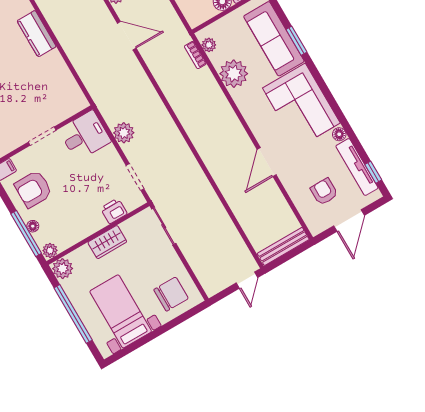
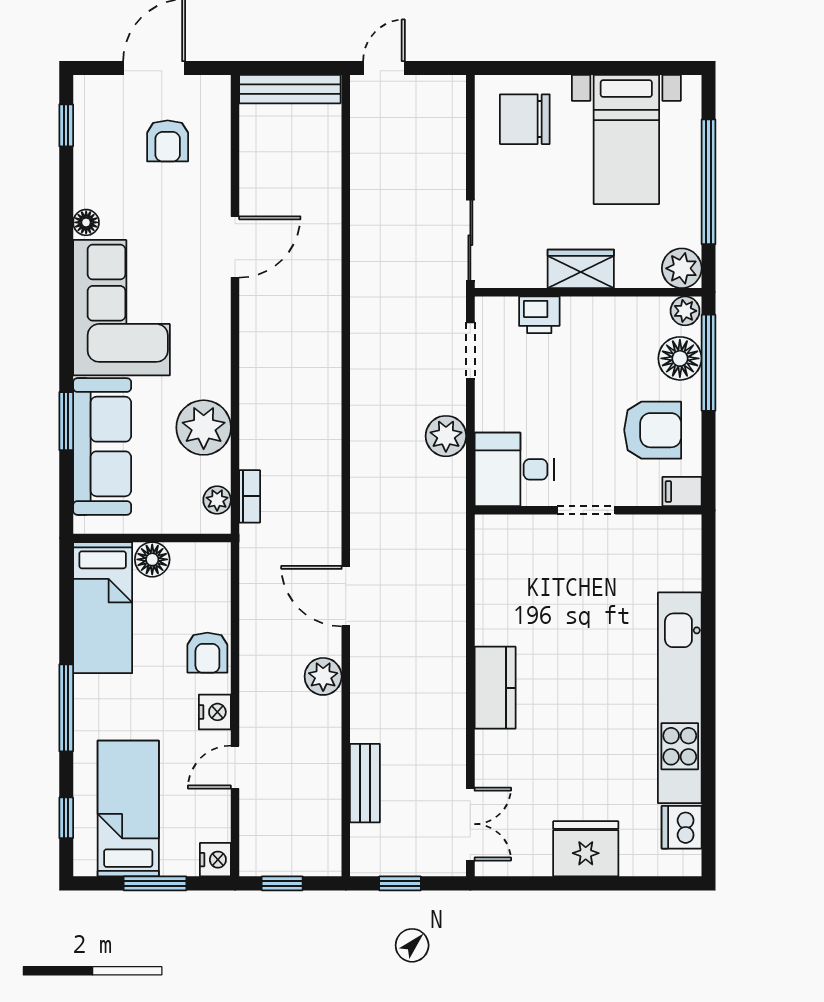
tv unit: (357, 167) -> (88, 150), removed
floor lamp: (33, 226) -> (680, 358), width x1.89, depth x1.89

